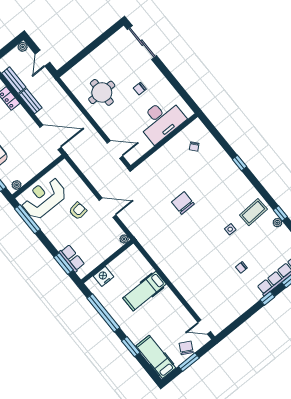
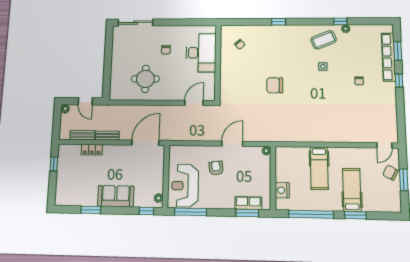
coffee table: (253, 212) -> (324, 40), turned 71
hospital bed: (156, 357) -> (352, 190), moved, turned 90

